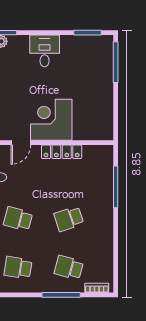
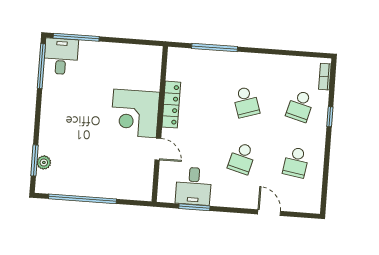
window: (88, 33) -> (41, 66), width x1.44
desk: (45, 51) -> (61, 56), moved, turned 90
window: (61, 295) -> (330, 117), width x0.46

